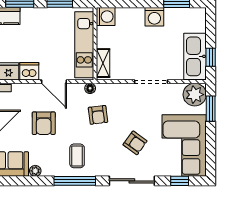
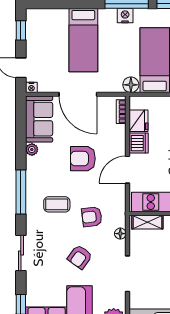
floor lamp: (90, 88) -> (120, 234), moved
armchair: (135, 143) -> (80, 257), moved
coffee table: (77, 156) -> (57, 204), moved
sliding door: (132, 181) -> (21, 253), width x0.73

